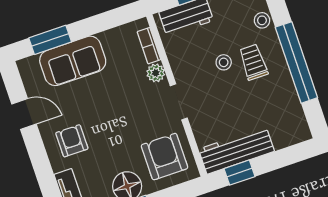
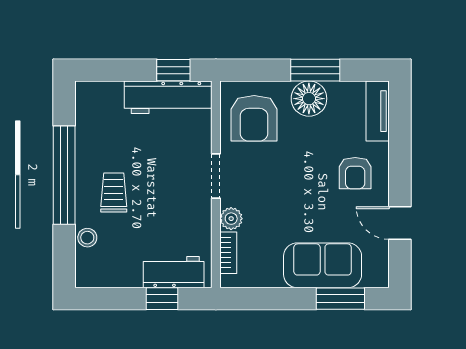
stool: (224, 62) -> (148, 204), removed
trolley: (253, 62) -> (114, 193), turned 180

